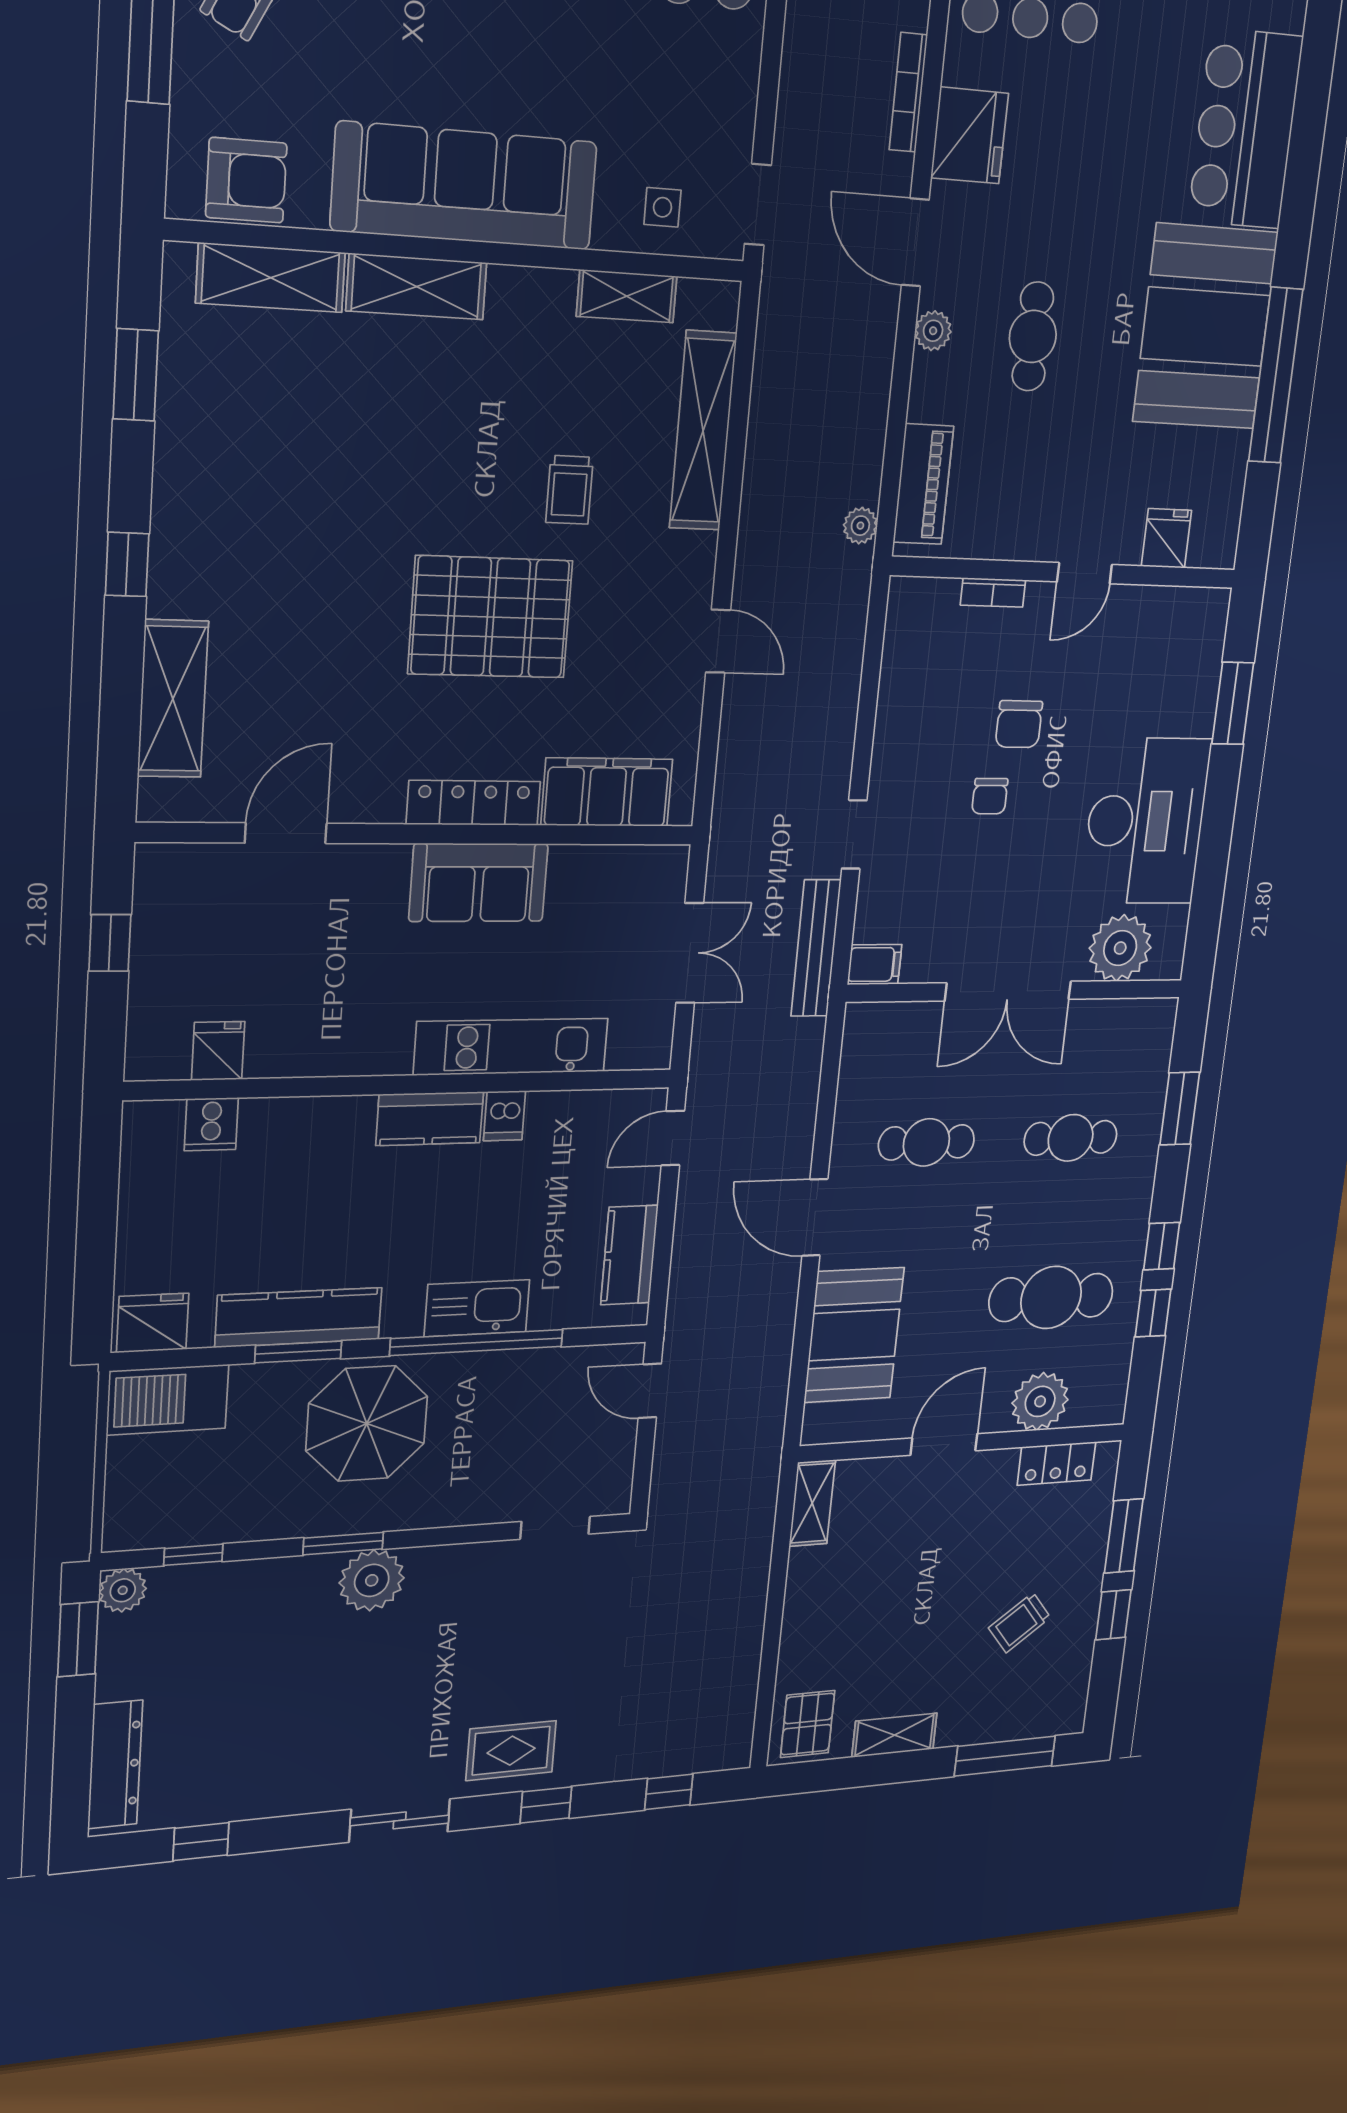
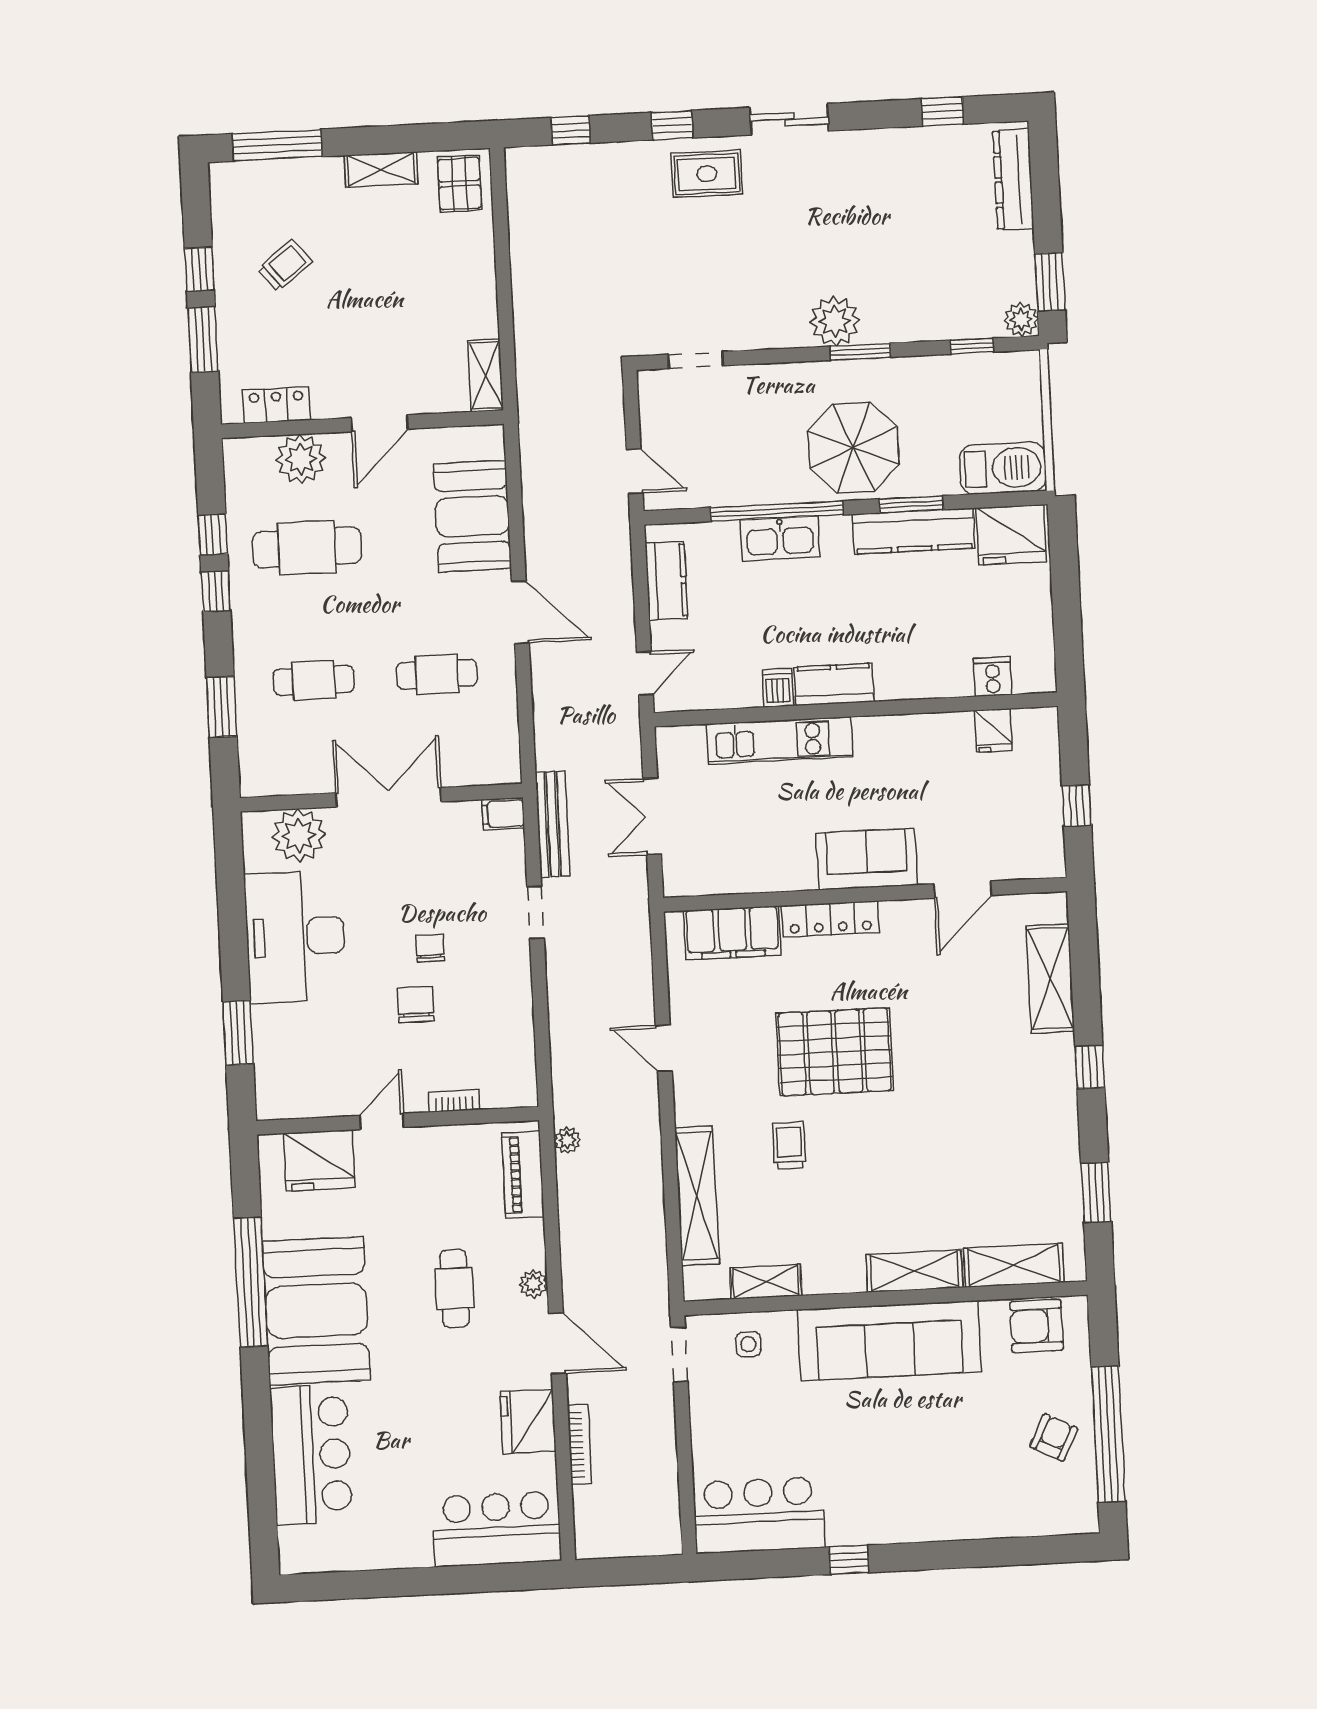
fridge: (1166, 538) -> (319, 1160), width x1.88, depth x1.34
sofa: (479, 882) -> (867, 859), moved
fridge: (153, 1323) -> (1011, 535), width x1.36, depth x1.34

